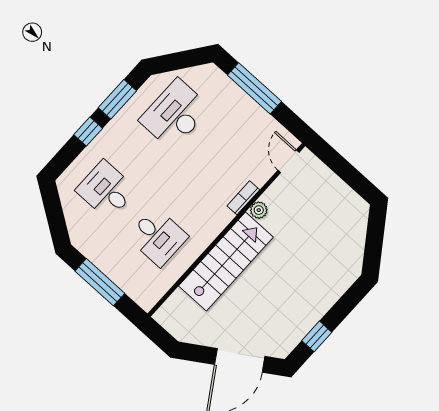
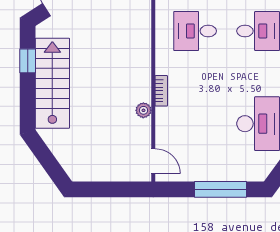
bookcase: (243, 198) -> (161, 91), moved
stairs: (226, 262) -> (52, 83), moved, turned 180

